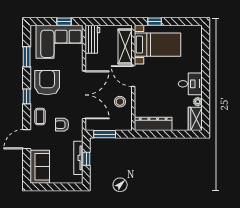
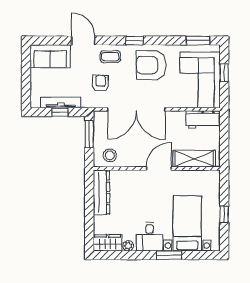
window: (64, 22) -> (224, 73), moved
window: (155, 22) -> (224, 214), moved
bed with nightstands: (158, 45) -> (187, 223), moved, turned 180
window: (27, 57) -> (198, 41), moved
window: (206, 68) -> (169, 255), added
armchair: (47, 83) -> (151, 65), turned 180
stool: (120, 102) -> (110, 155), moved

